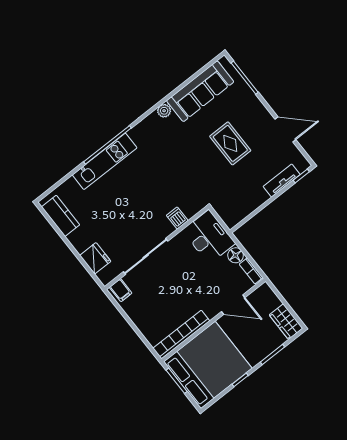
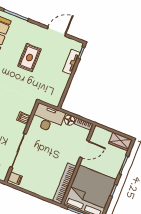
rug: (230, 143) -> (29, 58), turned 90

